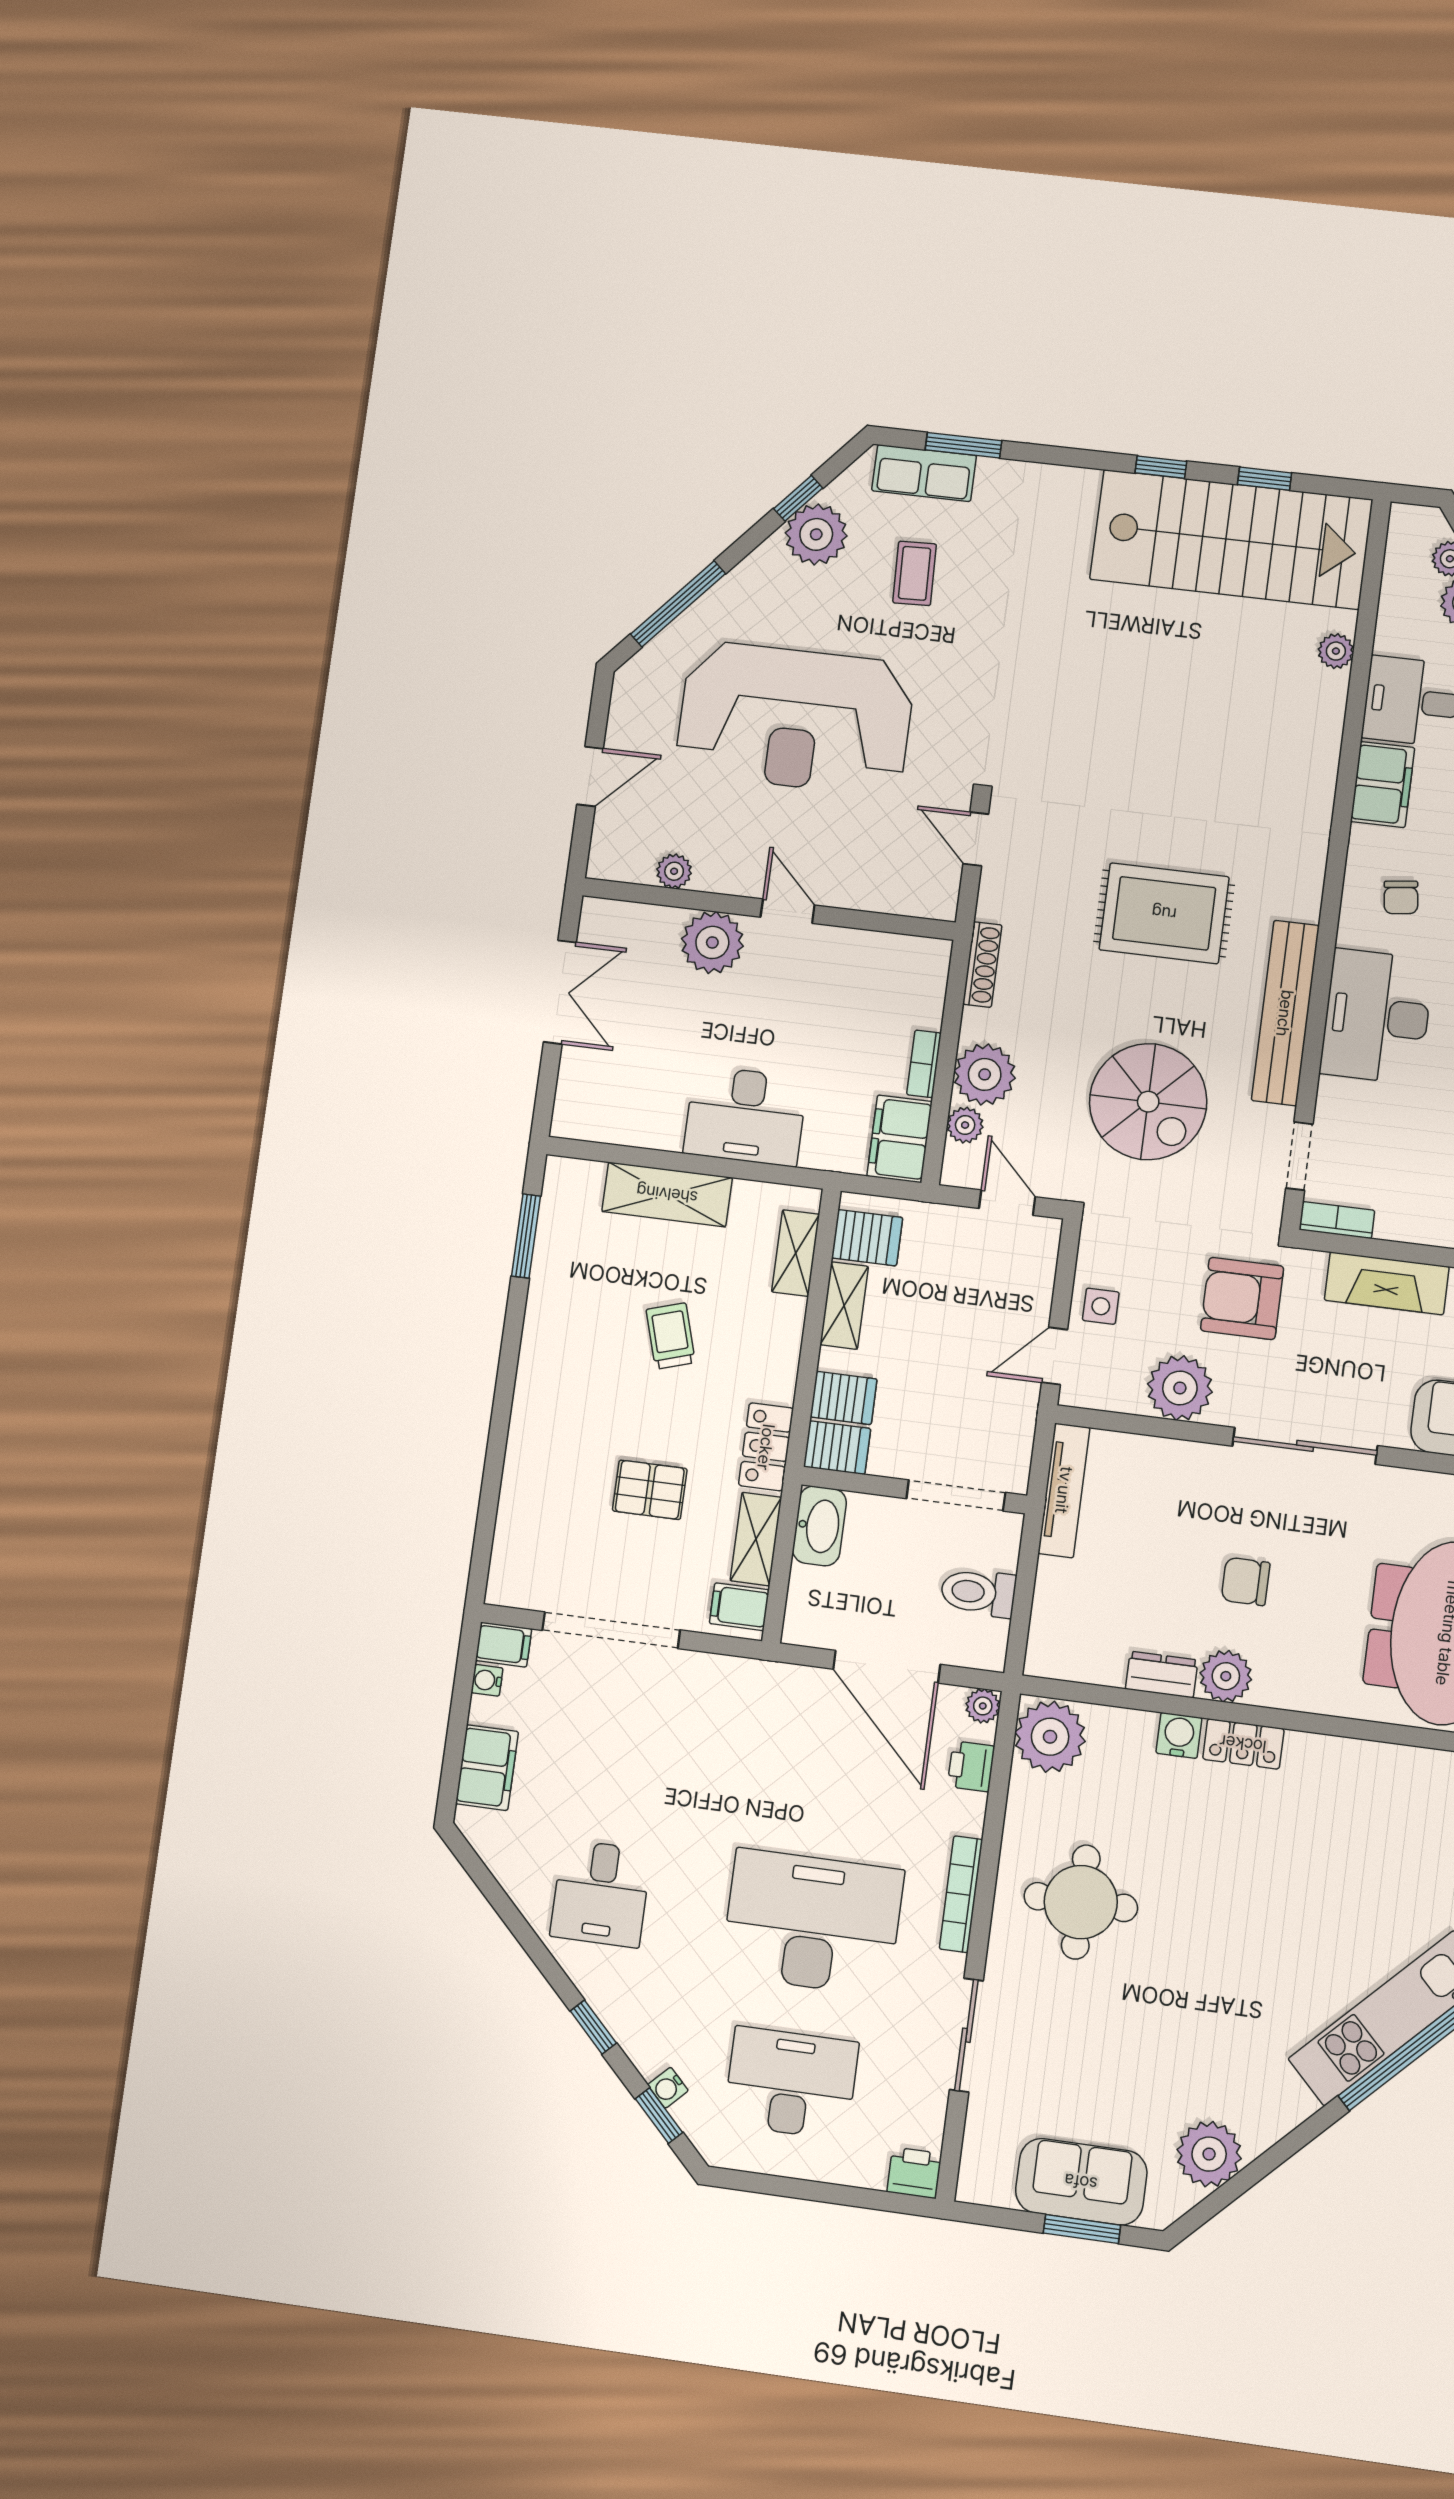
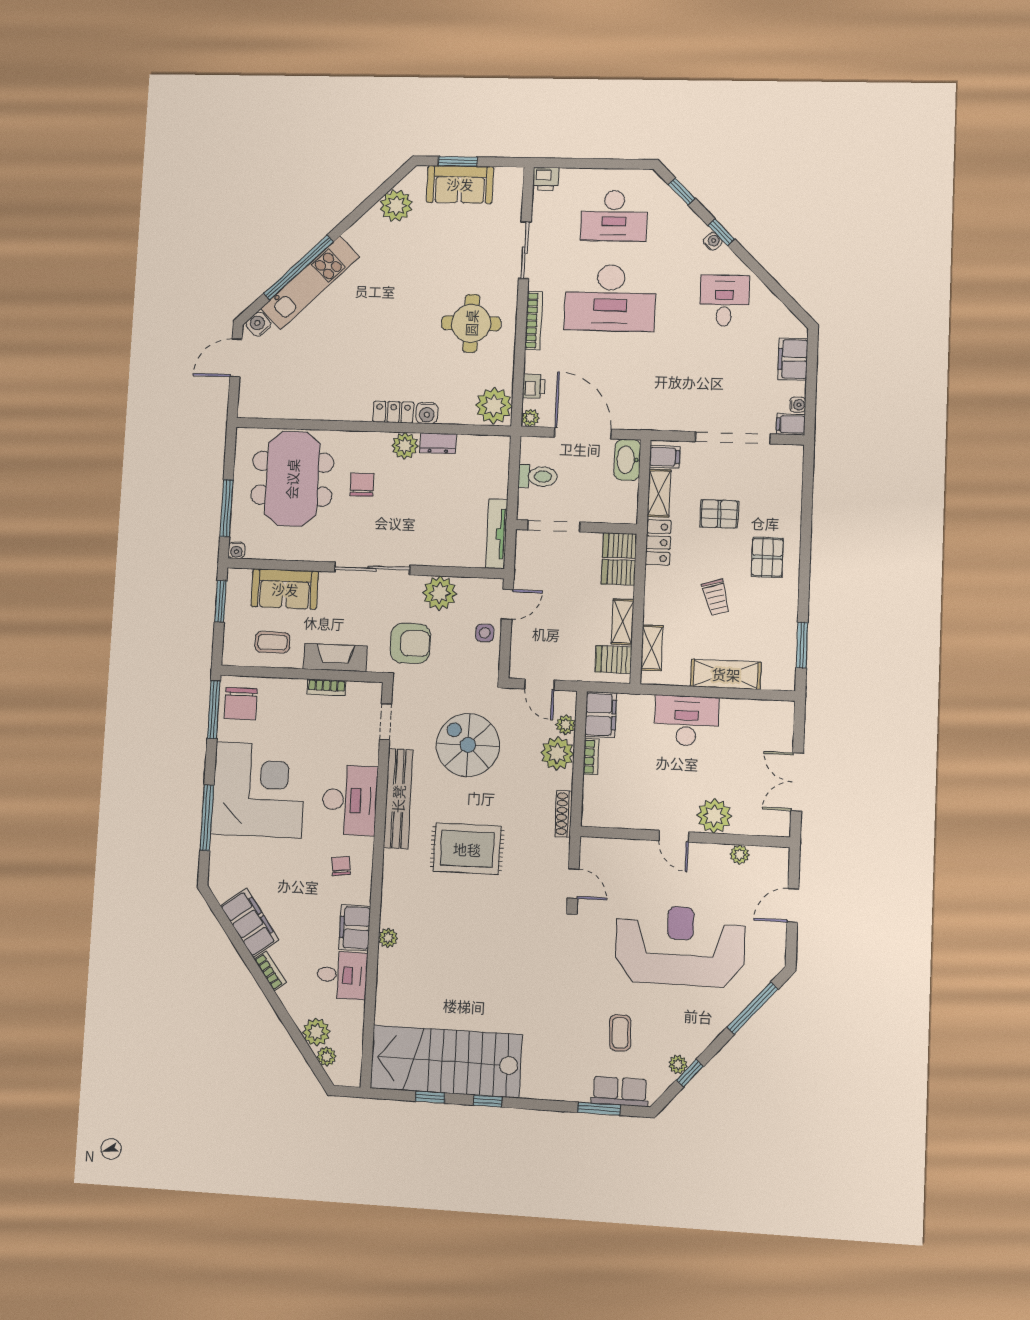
plant: (816, 534) -> (678, 1064), width x0.53, depth x0.53
plant: (1336, 651) -> (388, 938), moved
bookcase: (1337, 1220) -> (326, 687), moved
pallet: (571, 1402) -> (767, 557), added
washbasin: (819, 1526) -> (627, 460), moved
chair: (1246, 1581) -> (362, 485), moved, turned -90
water cooler: (668, 2088) -> (713, 241), moved

